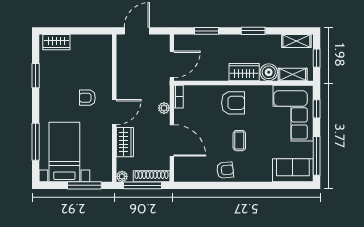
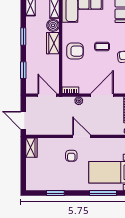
wardrobe: (56, 42) -> (31, 148), moved
armchair: (233, 103) -> (75, 51), turned 90
wardrobe: (125, 142) -> (103, 129), removed

